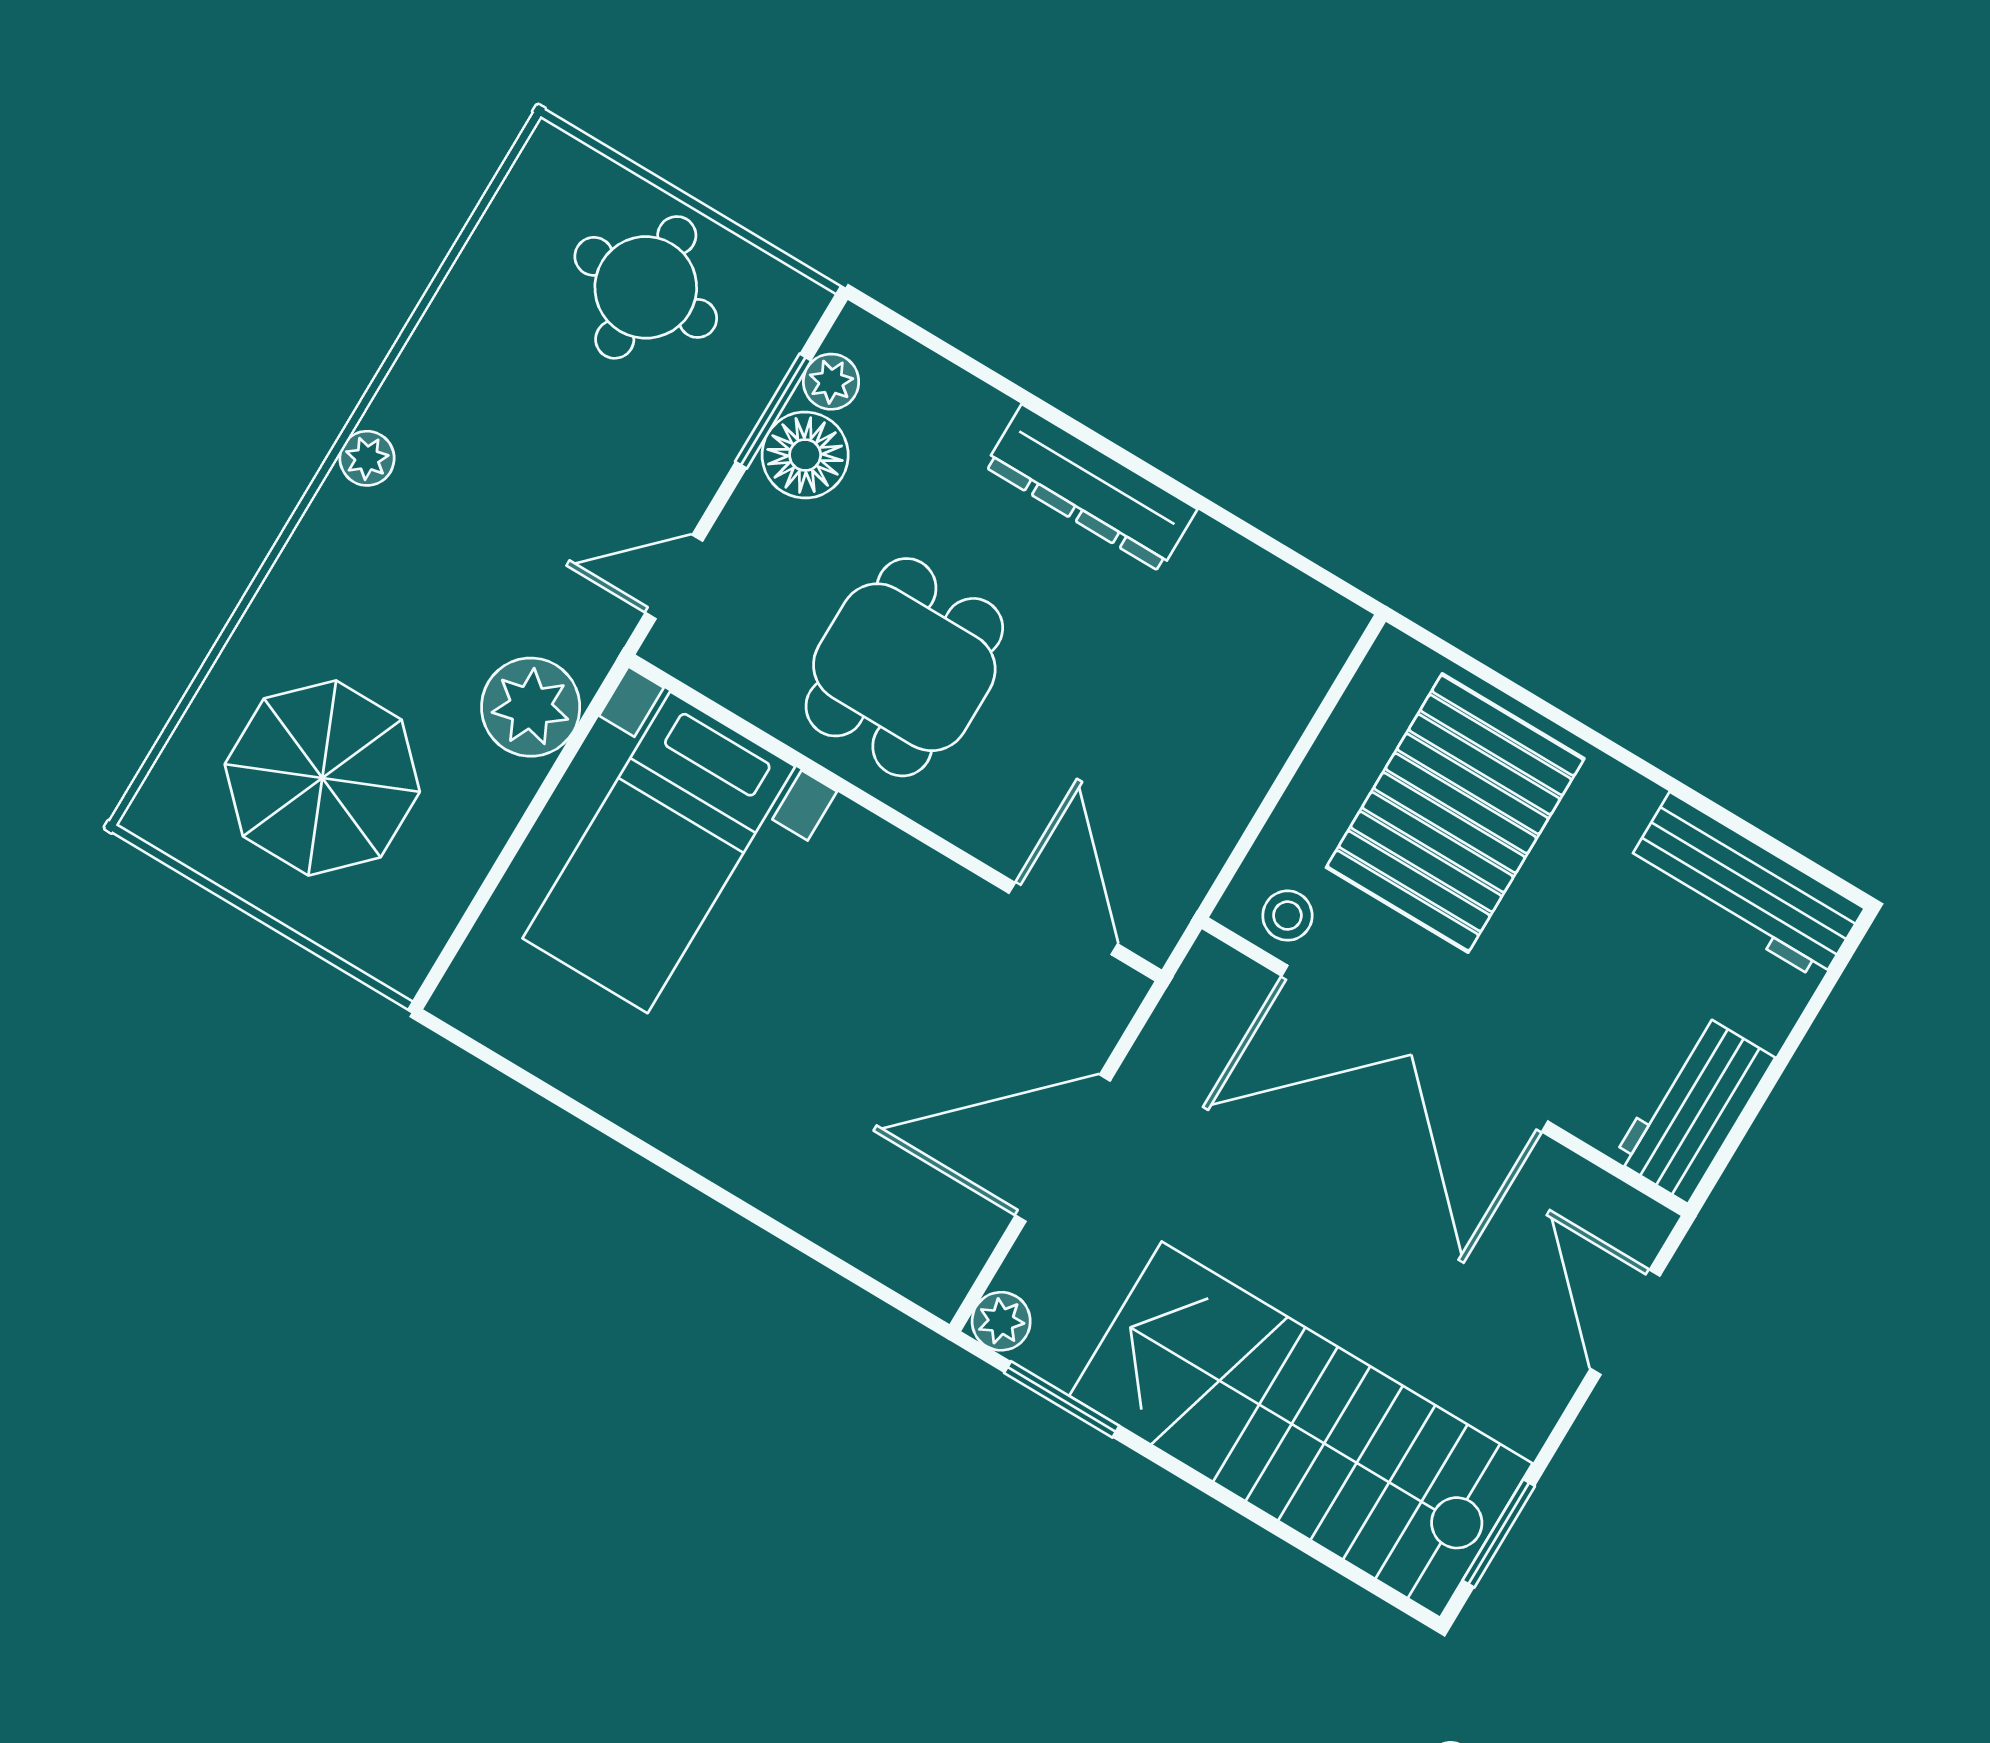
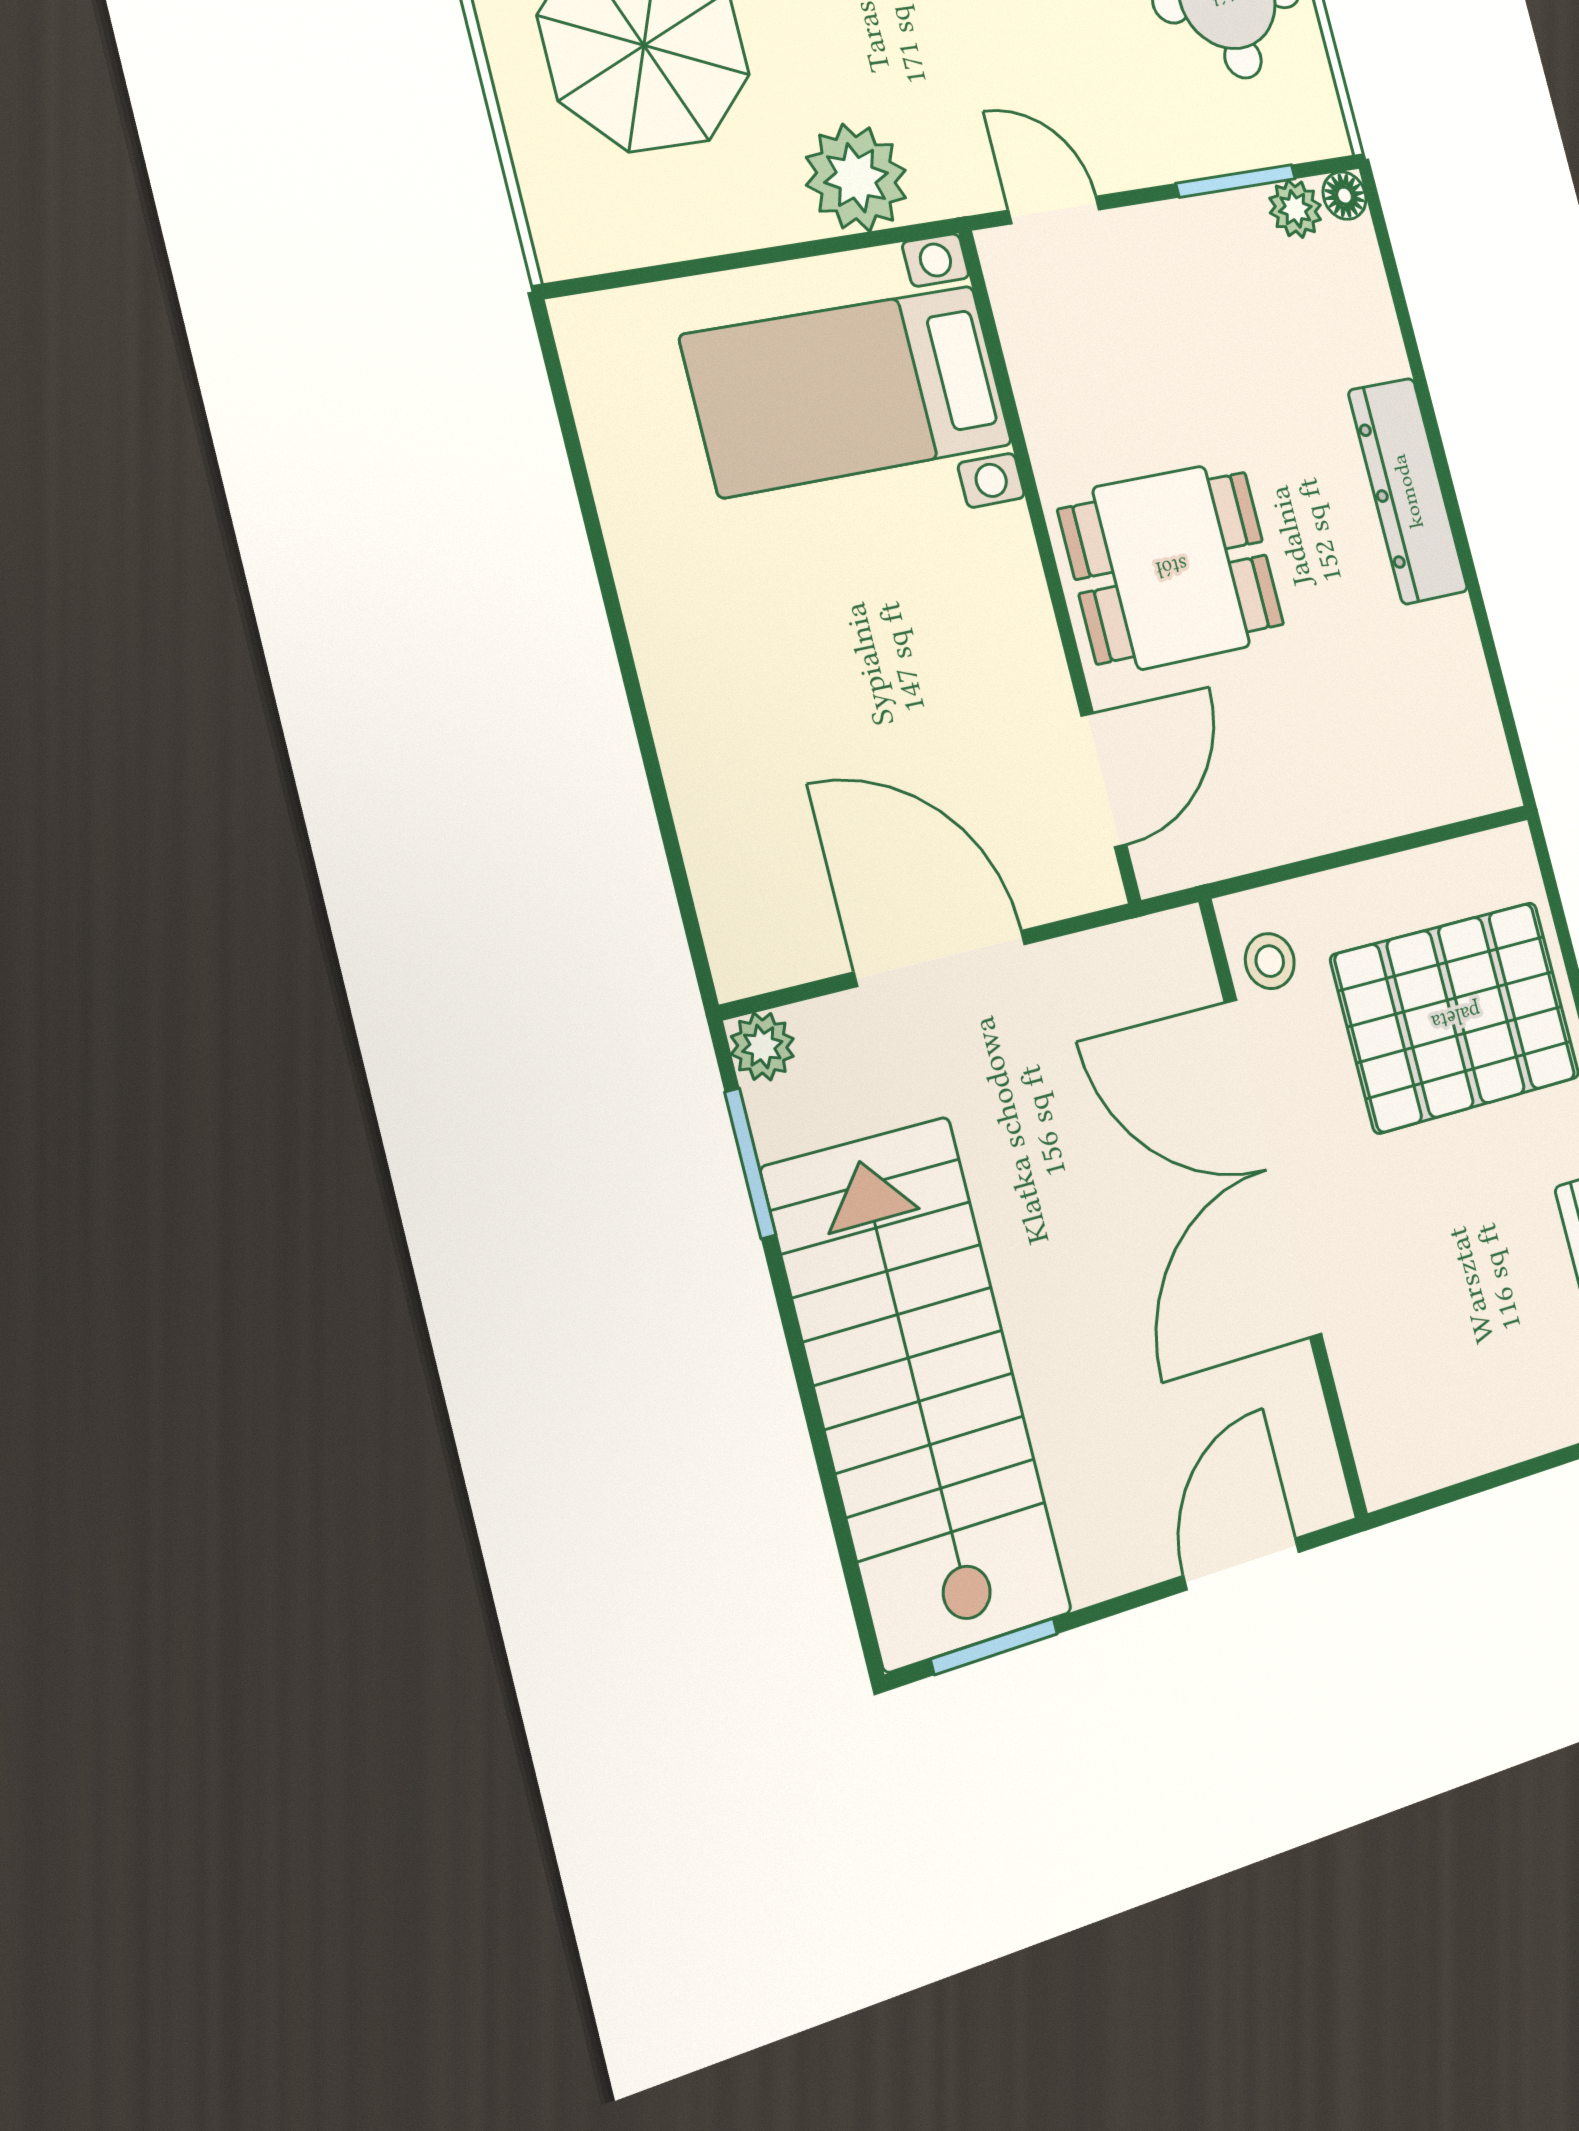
floor lamp: (805, 455) -> (1345, 196), moved, width x0.53, depth x0.53
dining table: (904, 667) -> (1172, 567), moved
workbench: (1694, 1108) -> (1435, 1438), removed

